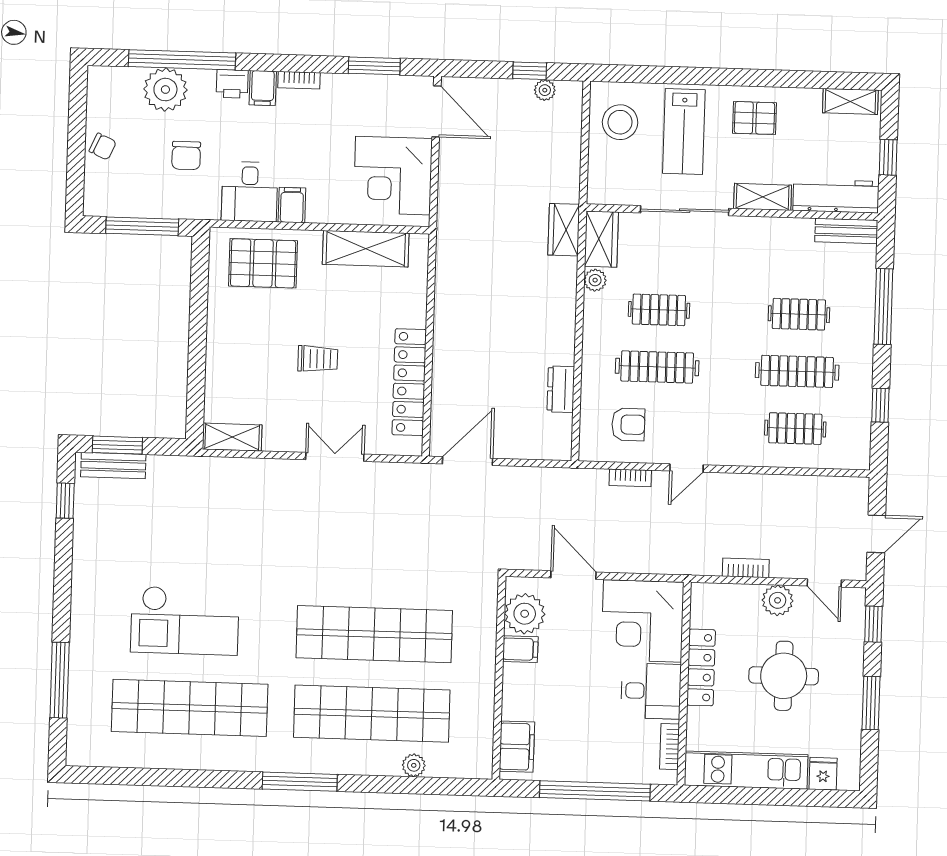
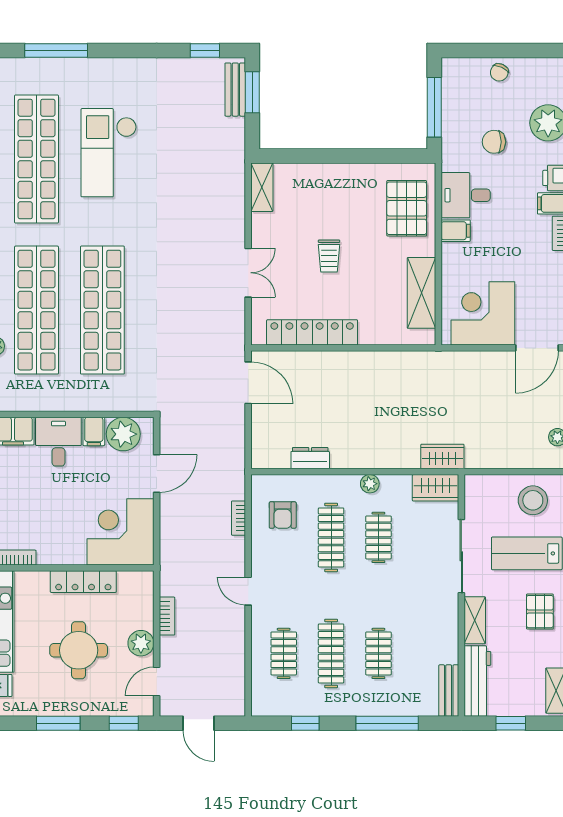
plant: (595, 280) -> (370, 484), moved
door: (687, 468) -> (248, 591), moved
desk: (651, 691) -> (58, 442), moved, turned 180

